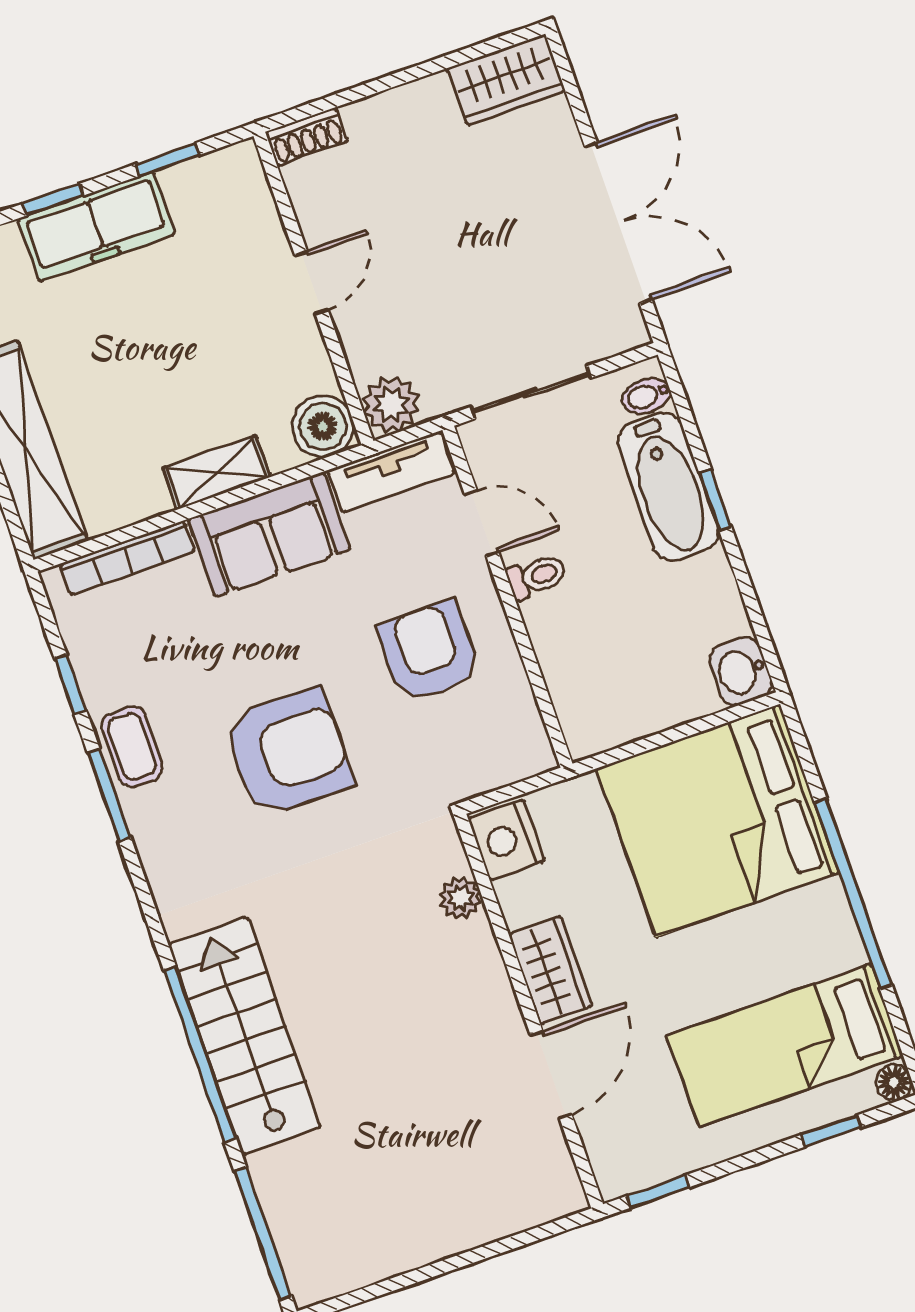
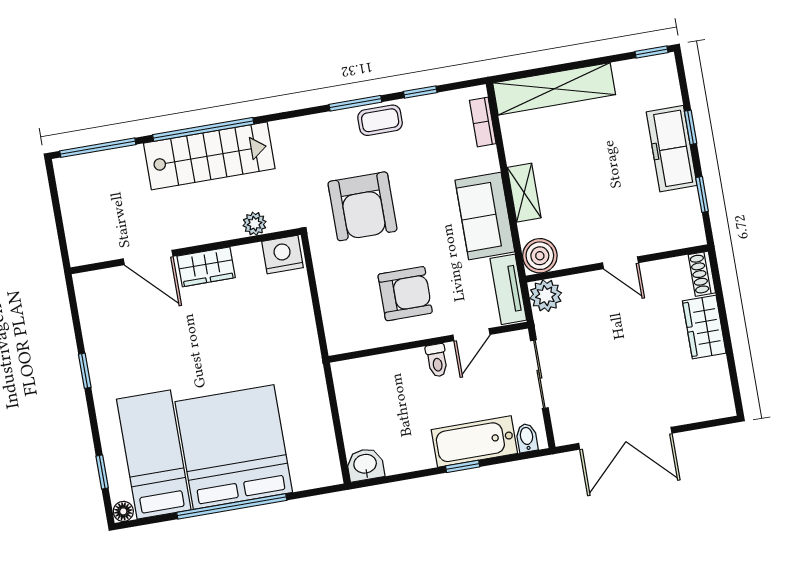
wardrobe: (506, 80) -> (704, 327), moved
bookcase: (127, 558) -> (483, 122), width x0.64
bed: (718, 820) -> (234, 447), moved
nightstand: (506, 840) -> (282, 255), moved
plant: (460, 898) -> (255, 224), moved
wardrobe: (550, 970) -> (206, 267), moved
wall: (529, 1011) -> (185, 251), moved
door: (551, 1075) -> (148, 258), moved

